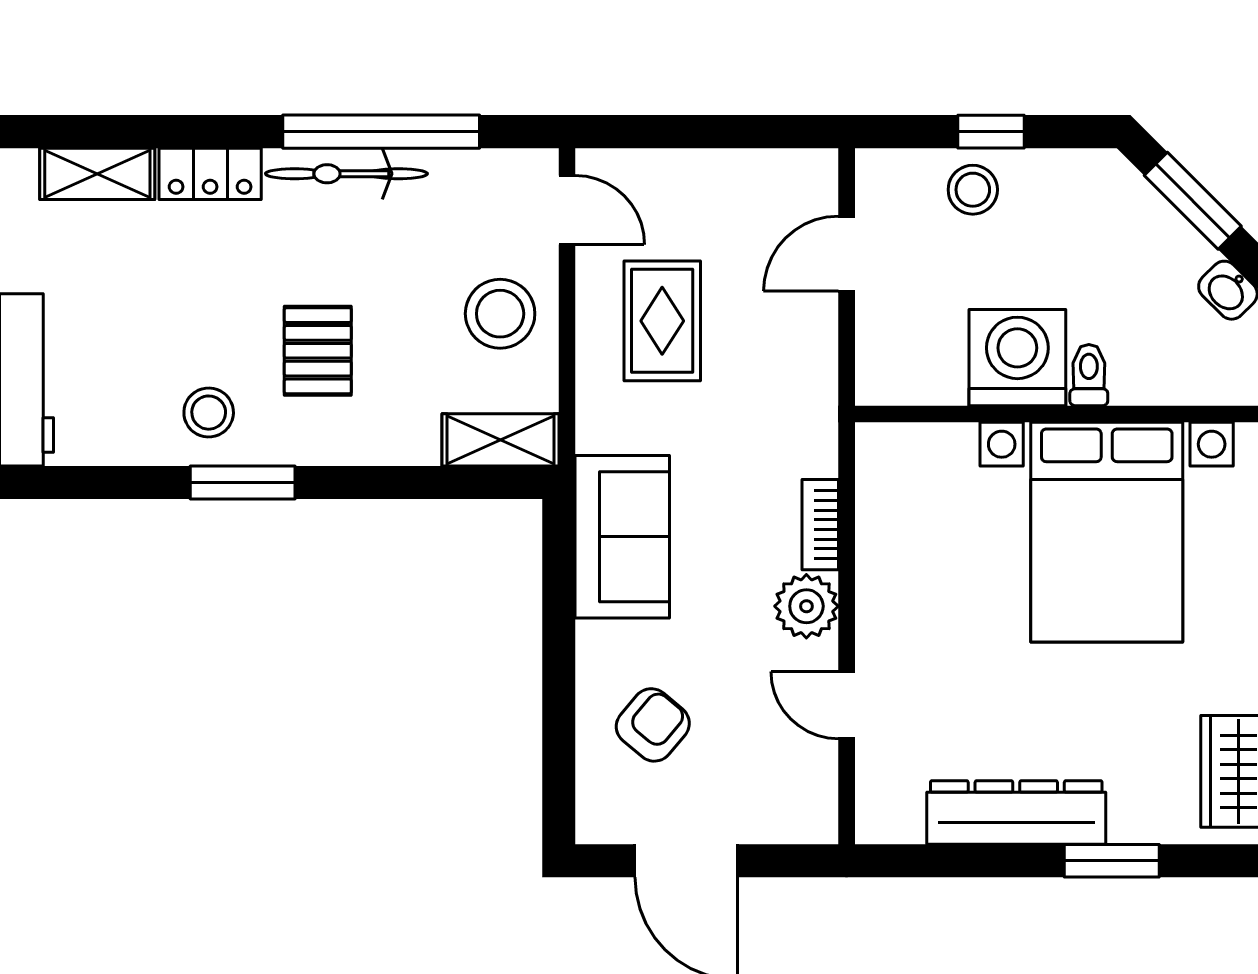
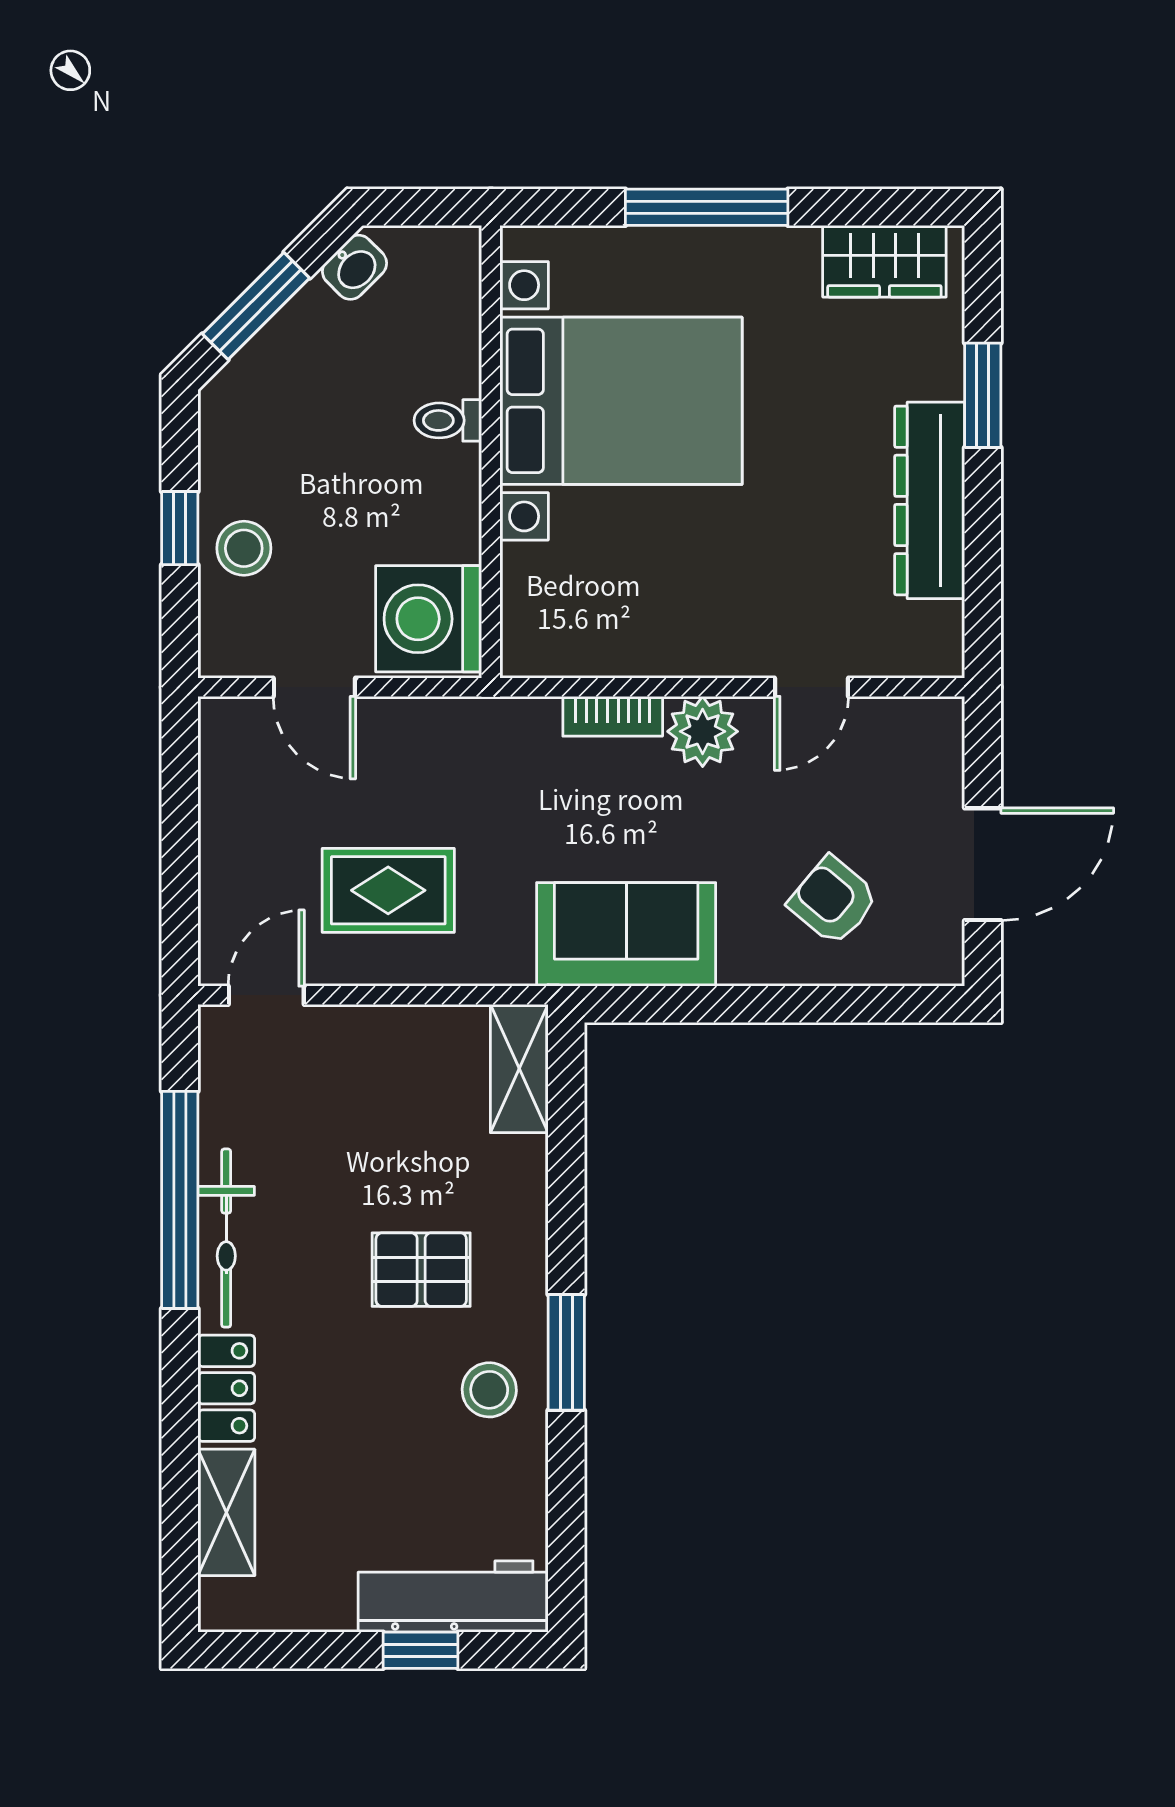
stool: (500, 314) -> (380, 1069), removed
washing machine: (1017, 358) -> (429, 619), moved

